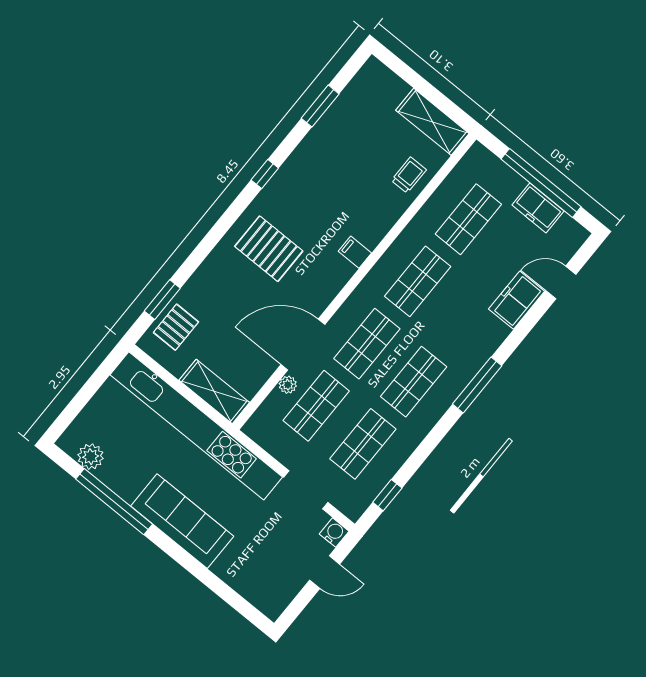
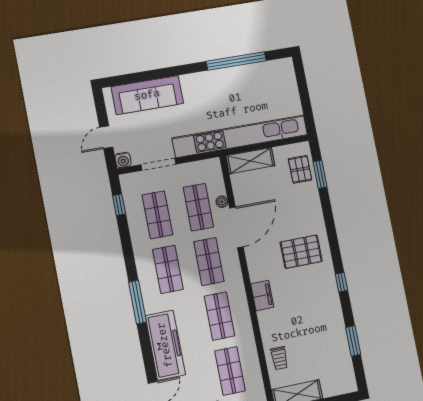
filing cabinet: (355, 252) -> (262, 295), width x2.00
freezer: (517, 300) -> (165, 345), width x1.91, depth x1.26
plant: (91, 457) -> (270, 69), removed
sofa: (182, 521) -> (147, 95), moved

